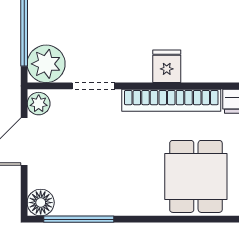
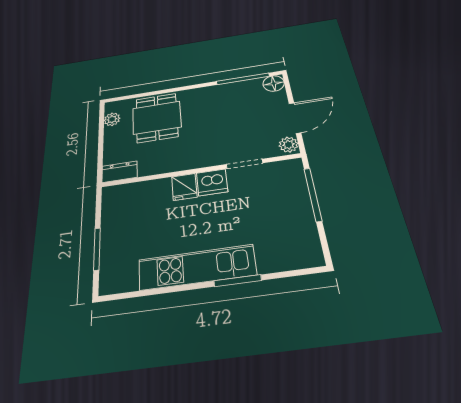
plant: (46, 64) -> (288, 173), removed
dishwasher: (134, 67) -> (212, 182), added
bookcase: (171, 100) -> (179, 163), removed

